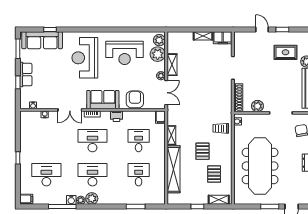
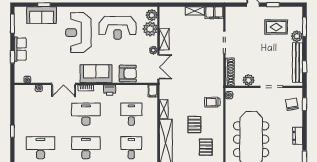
sofa: (42, 40) -> (42, 15), width x0.73
armchair: (135, 99) -> (128, 74), turned 90

